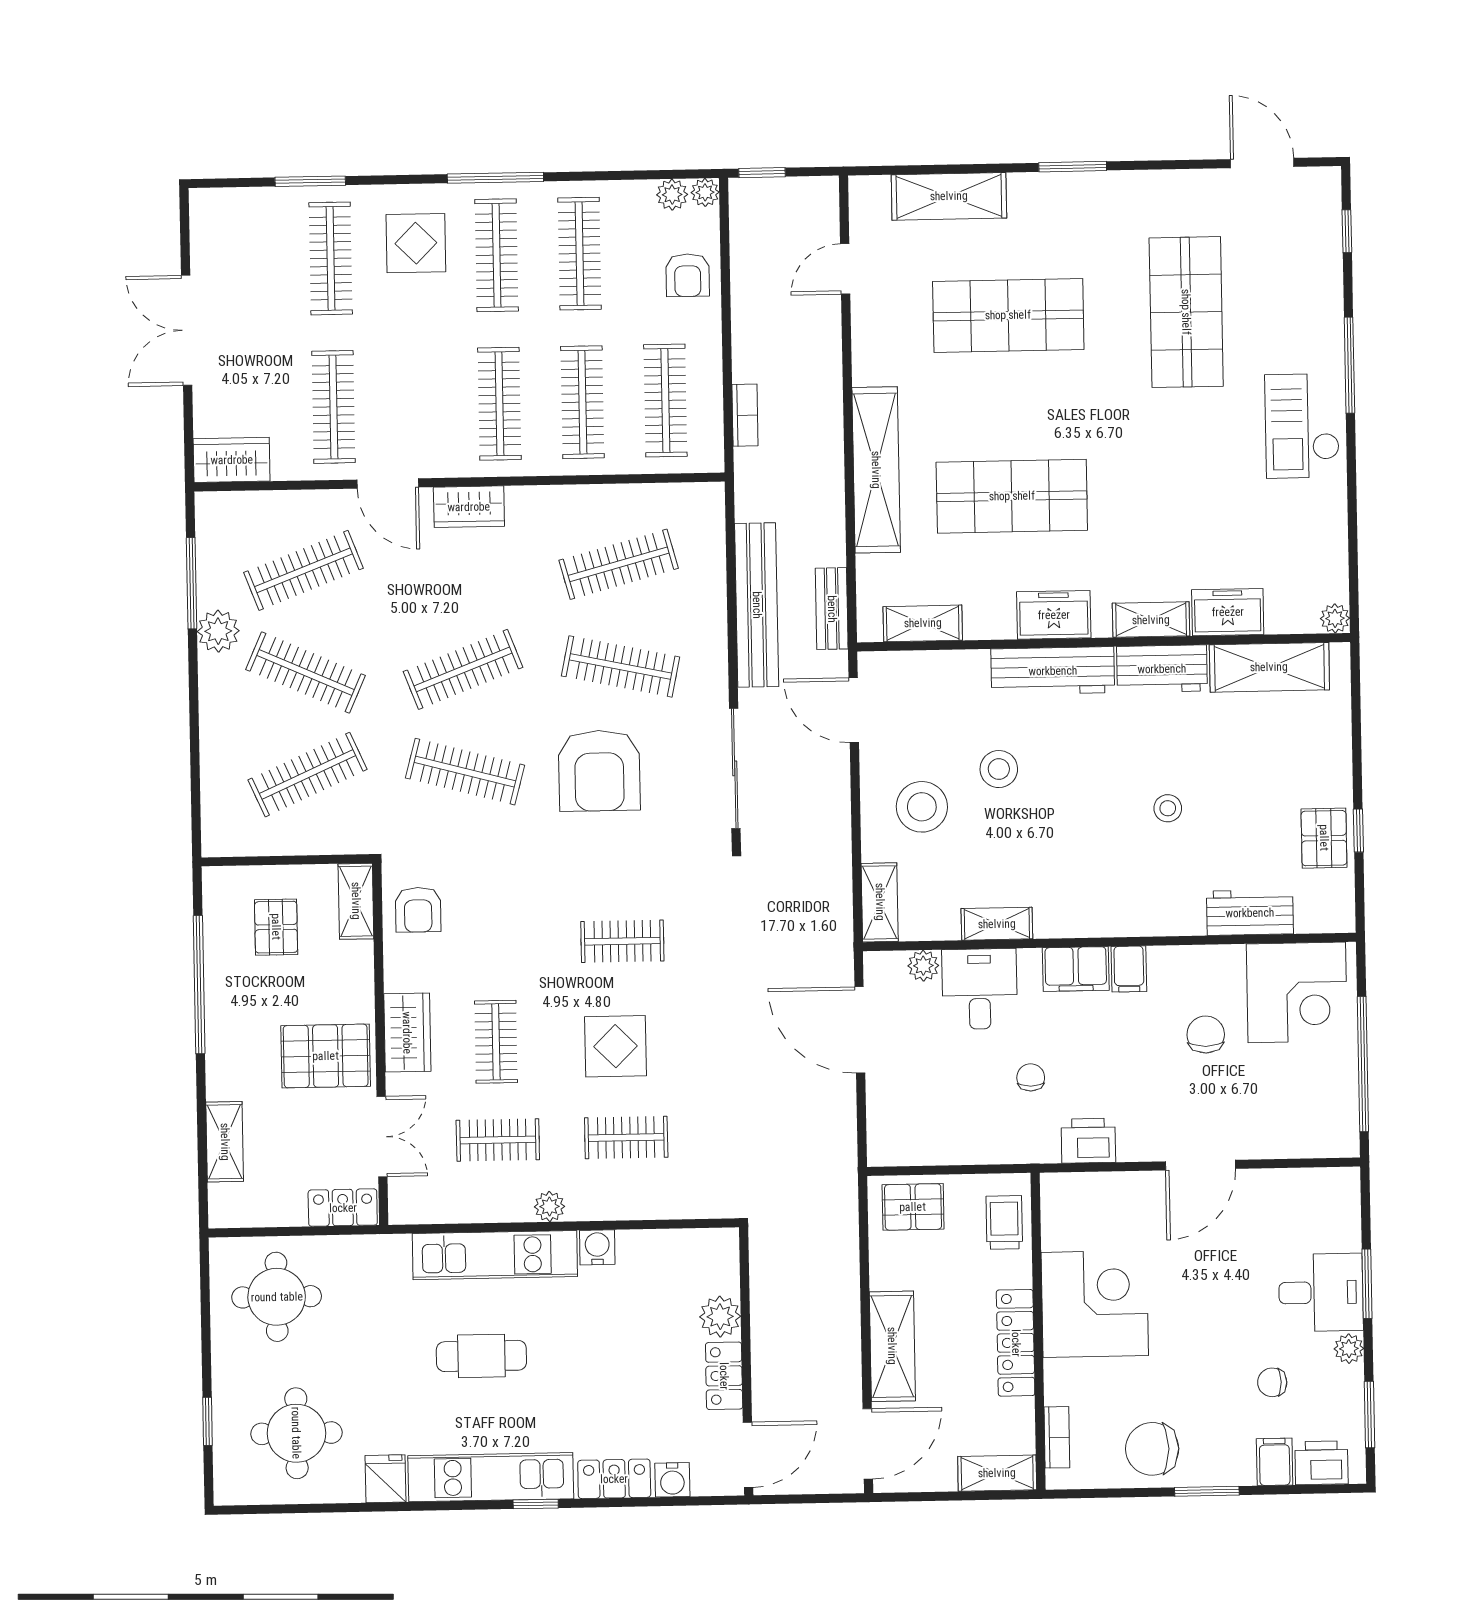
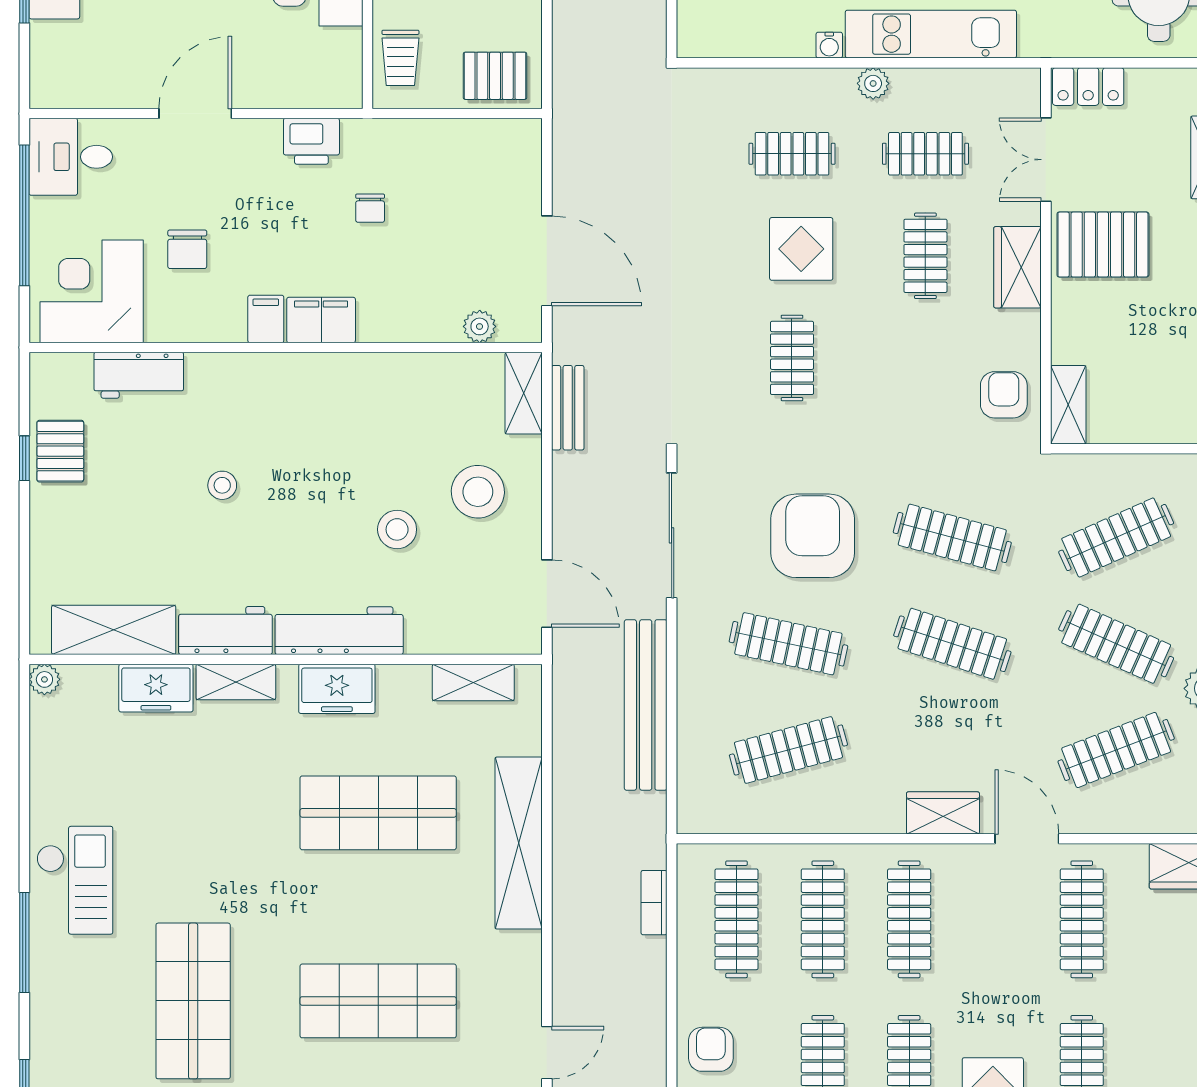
bench: (832, 609) -> (568, 408), moved
clothes rail: (463, 669) -> (952, 644), turned 39
shelving: (997, 924) -> (402, 369), removed
pallet: (276, 927) -> (1152, 380), removed
clothes rail: (622, 941) -> (792, 358), turned 90
desk: (980, 989) -> (71, 157), moved, turned 90
water cooler: (597, 1247) -> (829, 45), width x0.72, depth x0.72

